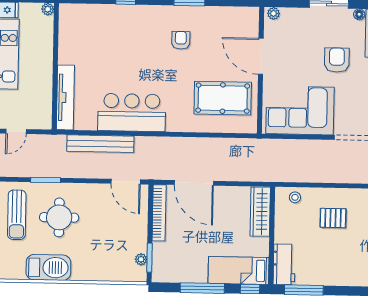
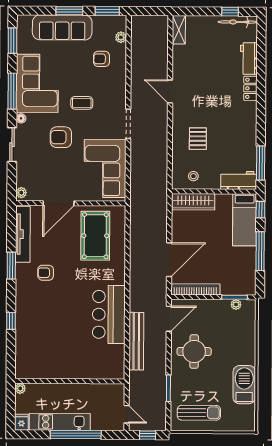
tv unit: (65, 97) -> (23, 234), moved, turned 90
stool: (295, 197) -> (193, 176), moved
round table: (59, 217) -> (194, 351), moved

